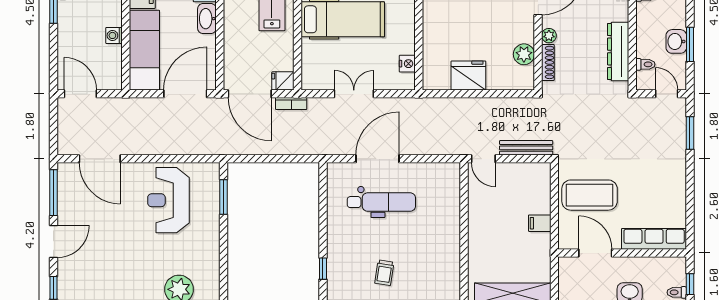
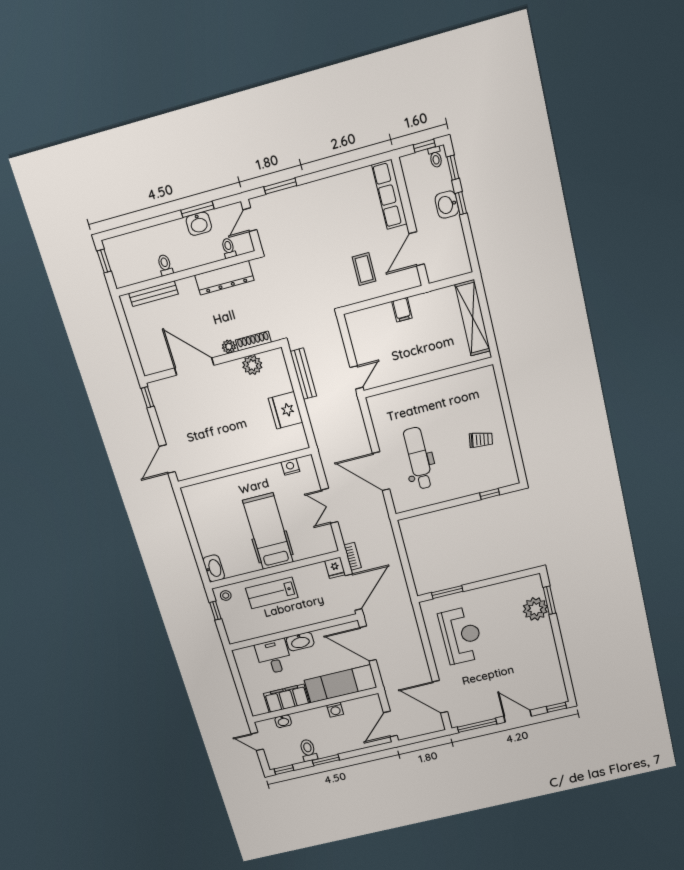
bench: (526, 148) -> (303, 374), moved
door: (100, 159) -> (440, 697), swing flipped
coffee table: (590, 195) -> (364, 269), width x0.54, depth x0.58
reception desk: (168, 200) -> (461, 635), turned -90

